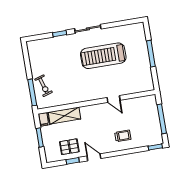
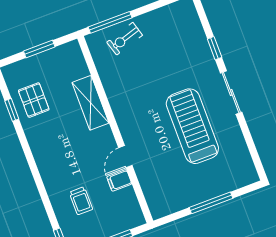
shelving: (65, 116) -> (90, 103), moved
filing cabinet: (44, 119) -> (119, 180), moved
trolley: (123, 136) -> (81, 201), moved
door: (94, 157) -> (24, 143), removed

